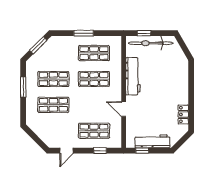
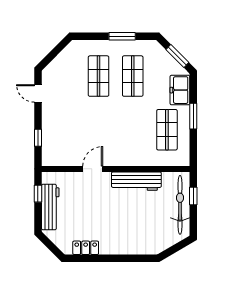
freezer: (64, 43) -> (180, 90), added
shop shelf: (94, 79) -> (133, 130), removed
shop shelf: (94, 131) -> (64, 130), removed

